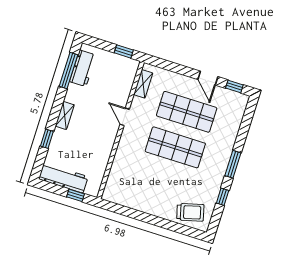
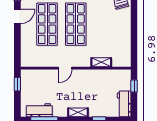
shelving: (143, 84) -> (101, 62), moved
workbench: (63, 178) -> (124, 104), width x0.73

